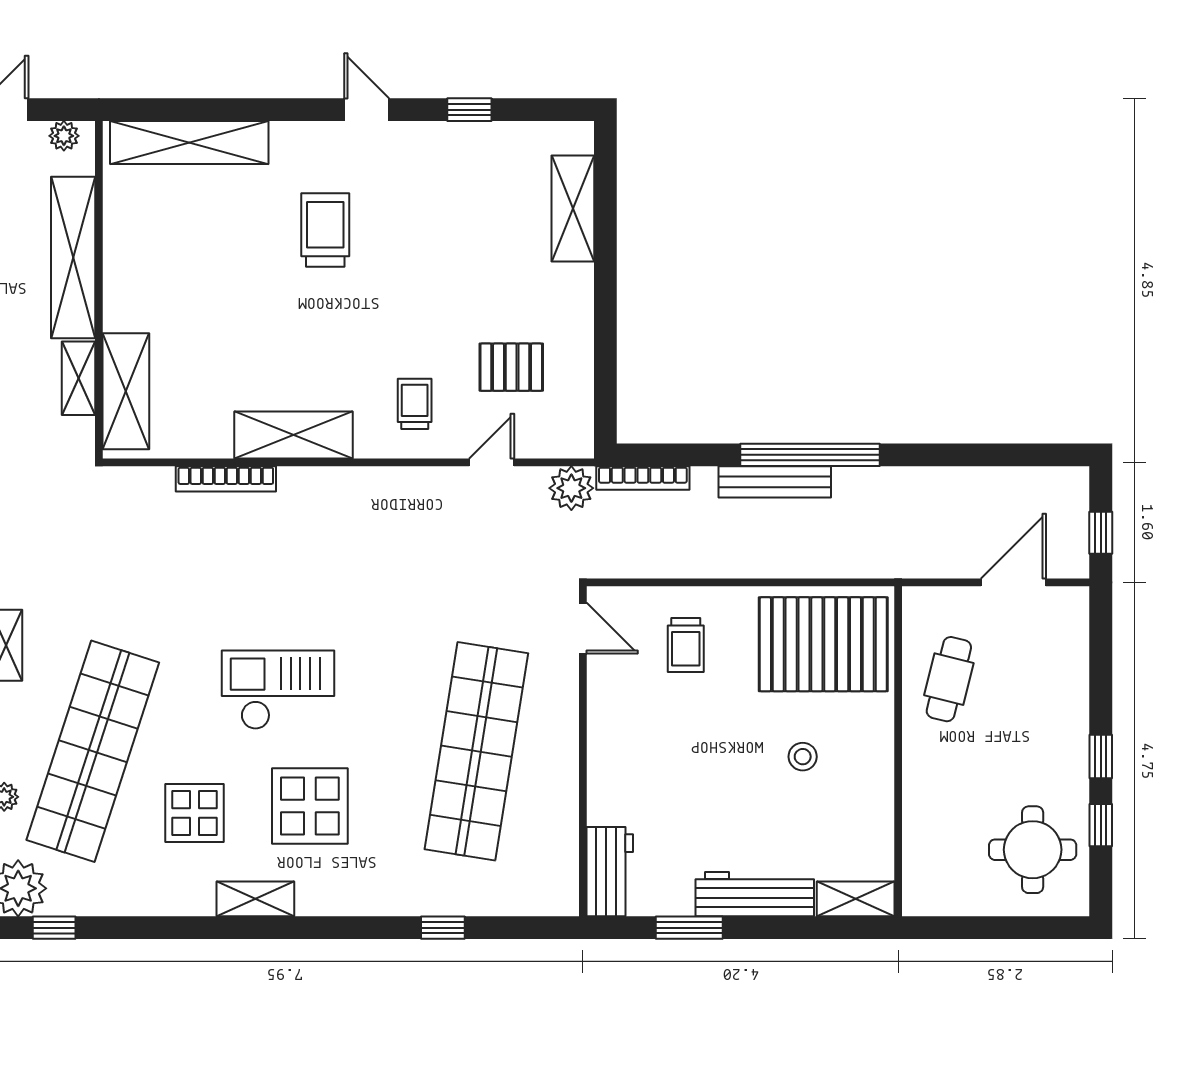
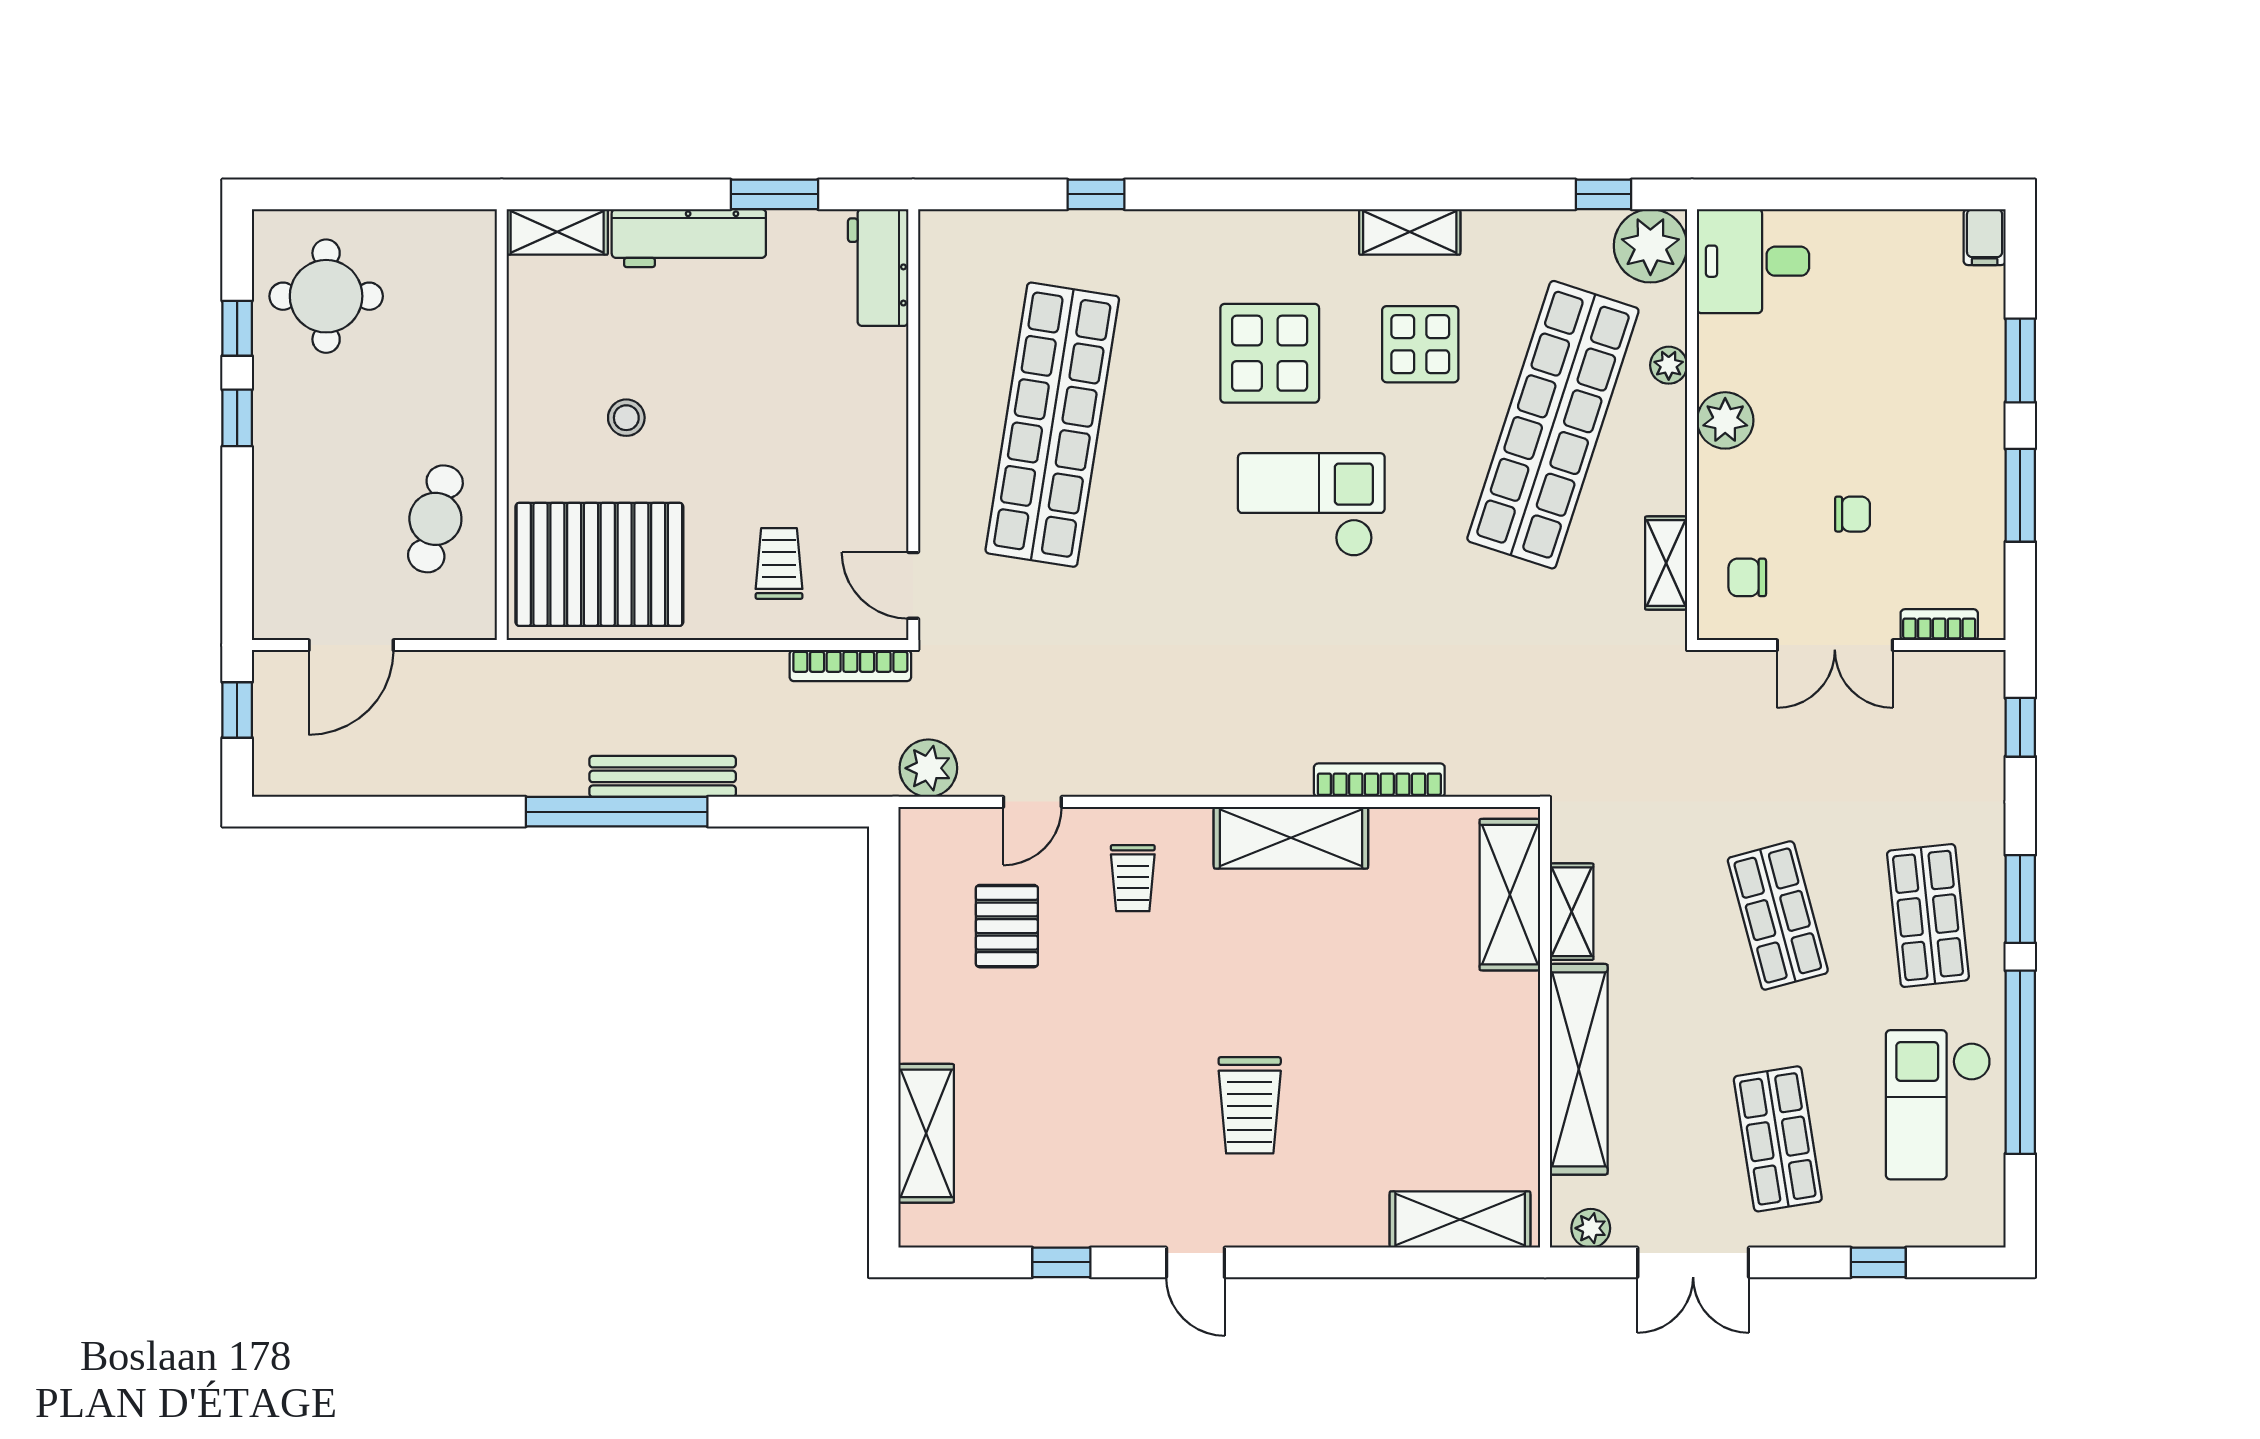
shelving: (189, 142) -> (1460, 1219), width x0.68
pallet: (511, 367) -> (1007, 926), turned 90
bookcase: (643, 478) -> (850, 666), moved, turned 180
checkout: (278, 690) -> (1311, 505), turned 180
shelving: (255, 899) -> (1410, 232), moved

